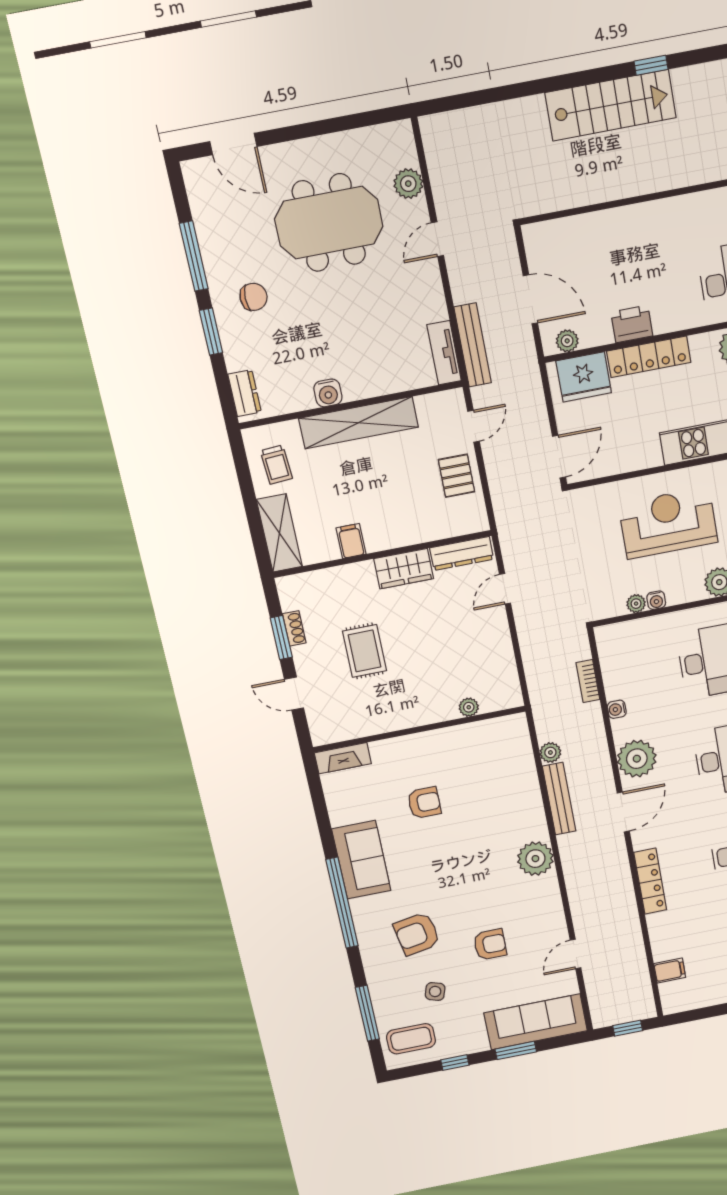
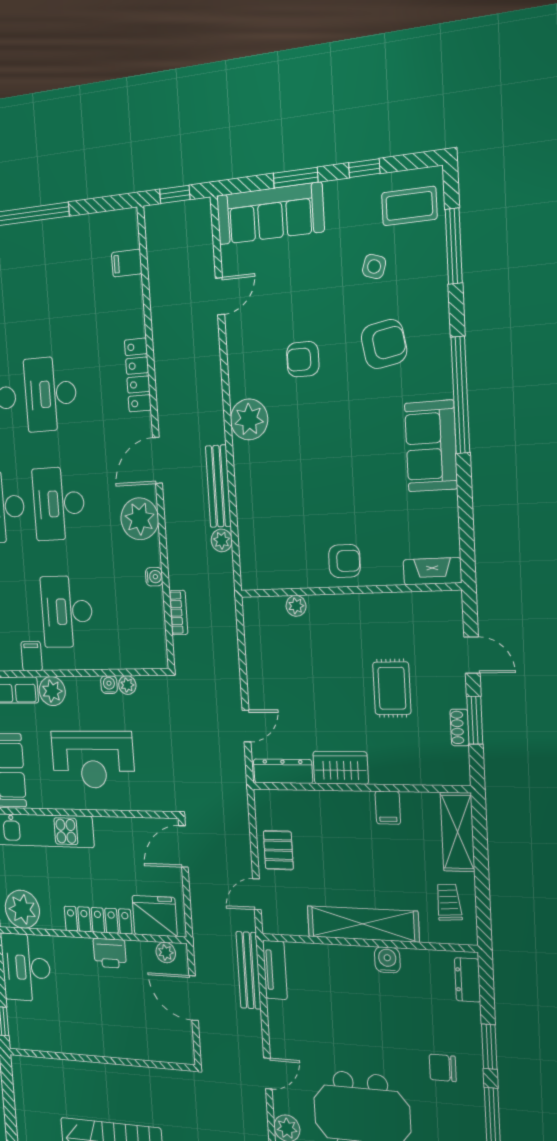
armchair: (424, 803) -> (344, 561), moved, turned 180
armchair: (490, 944) -> (303, 359), moved

